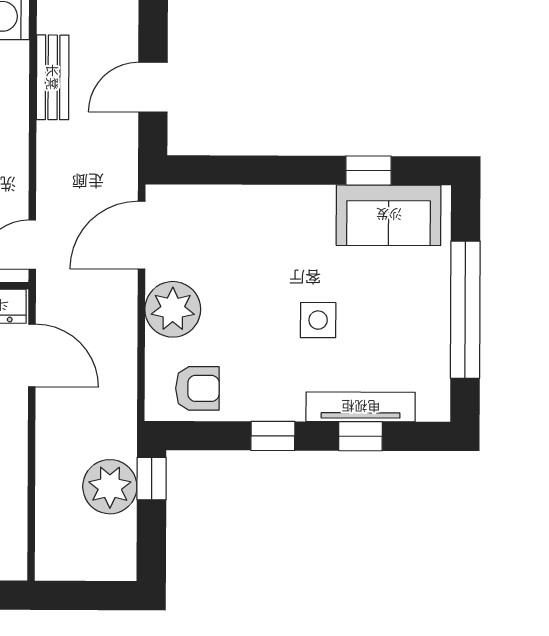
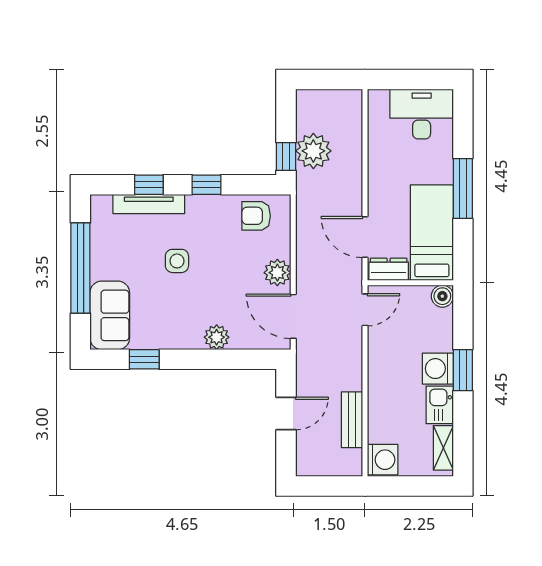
plant: (258, 204) -> (217, 337), added
sofa: (389, 215) -> (110, 315), moved, turned 90
door: (142, 235) -> (293, 316), swing flipped
plant: (173, 309) -> (277, 273), width x0.73, depth x0.73

